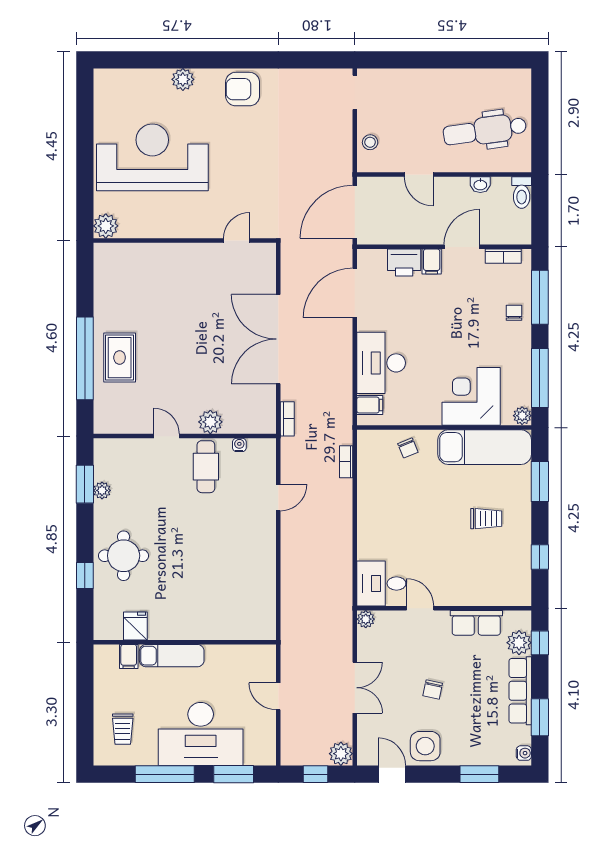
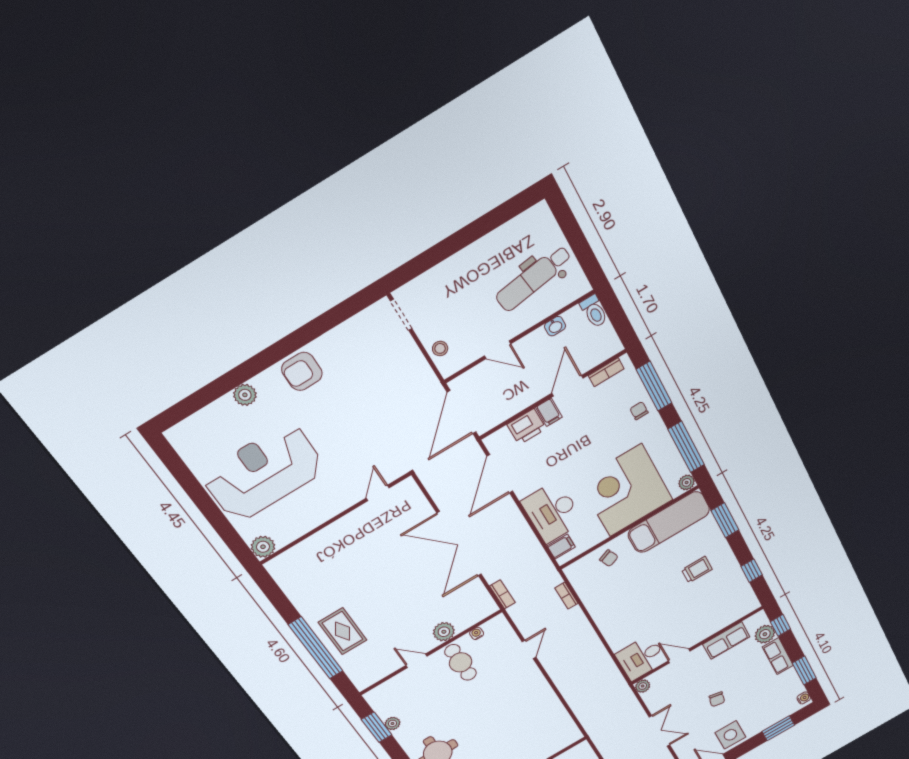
corner desk: (471, 396) -> (626, 490), width x1.36, depth x1.36
row of seats: (520, 691) -> (778, 656), width x0.68

